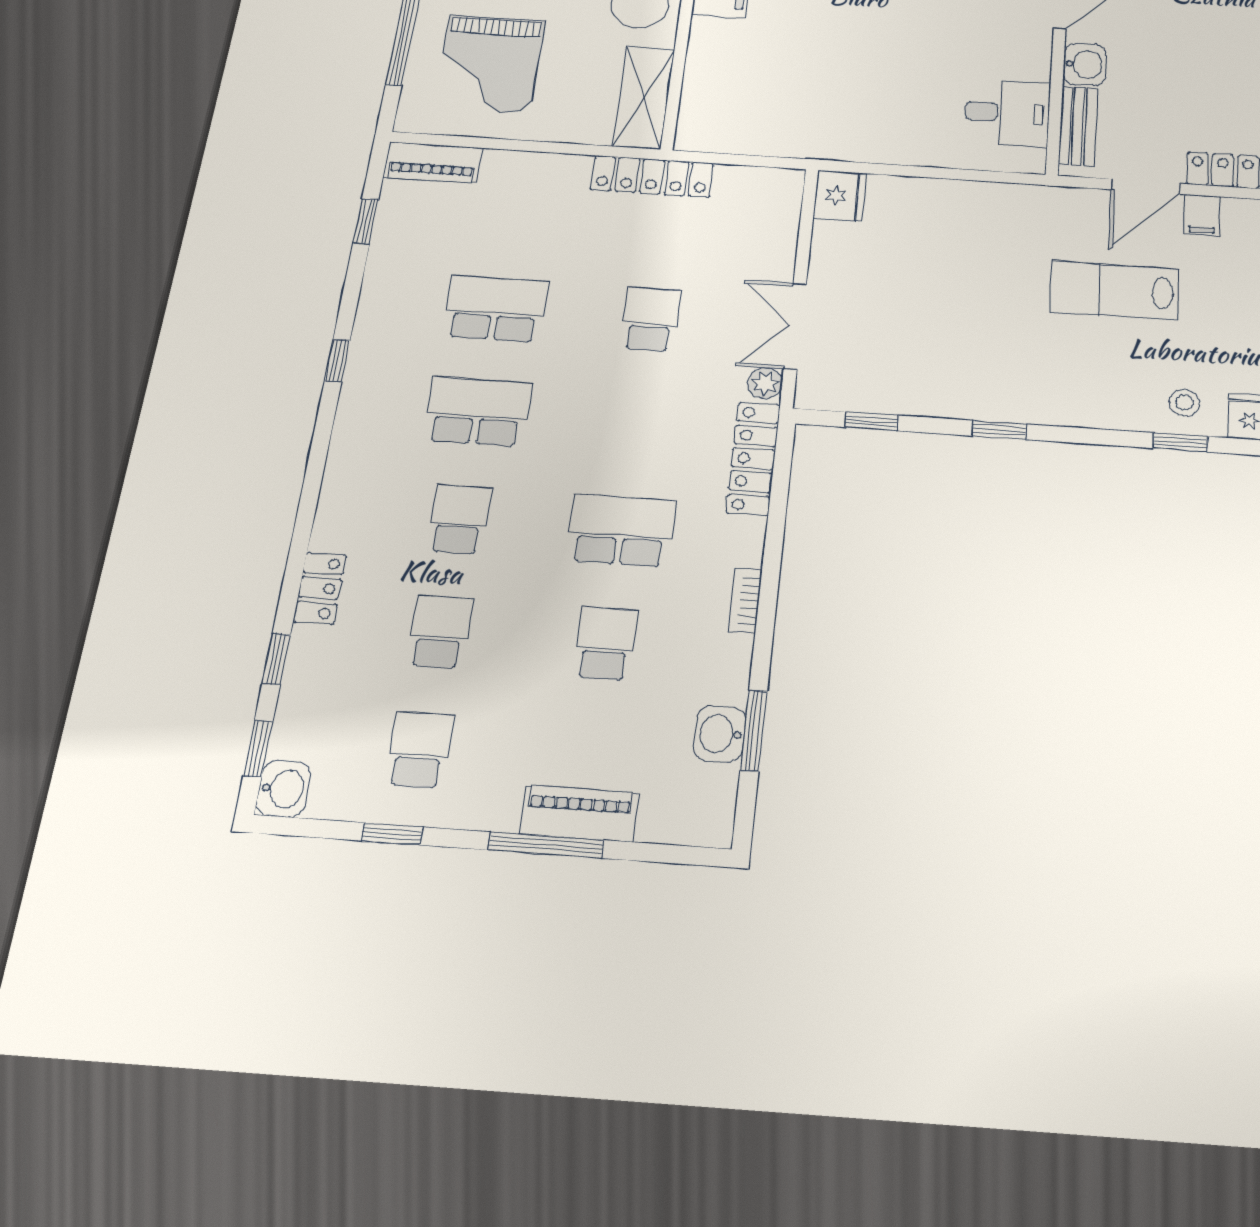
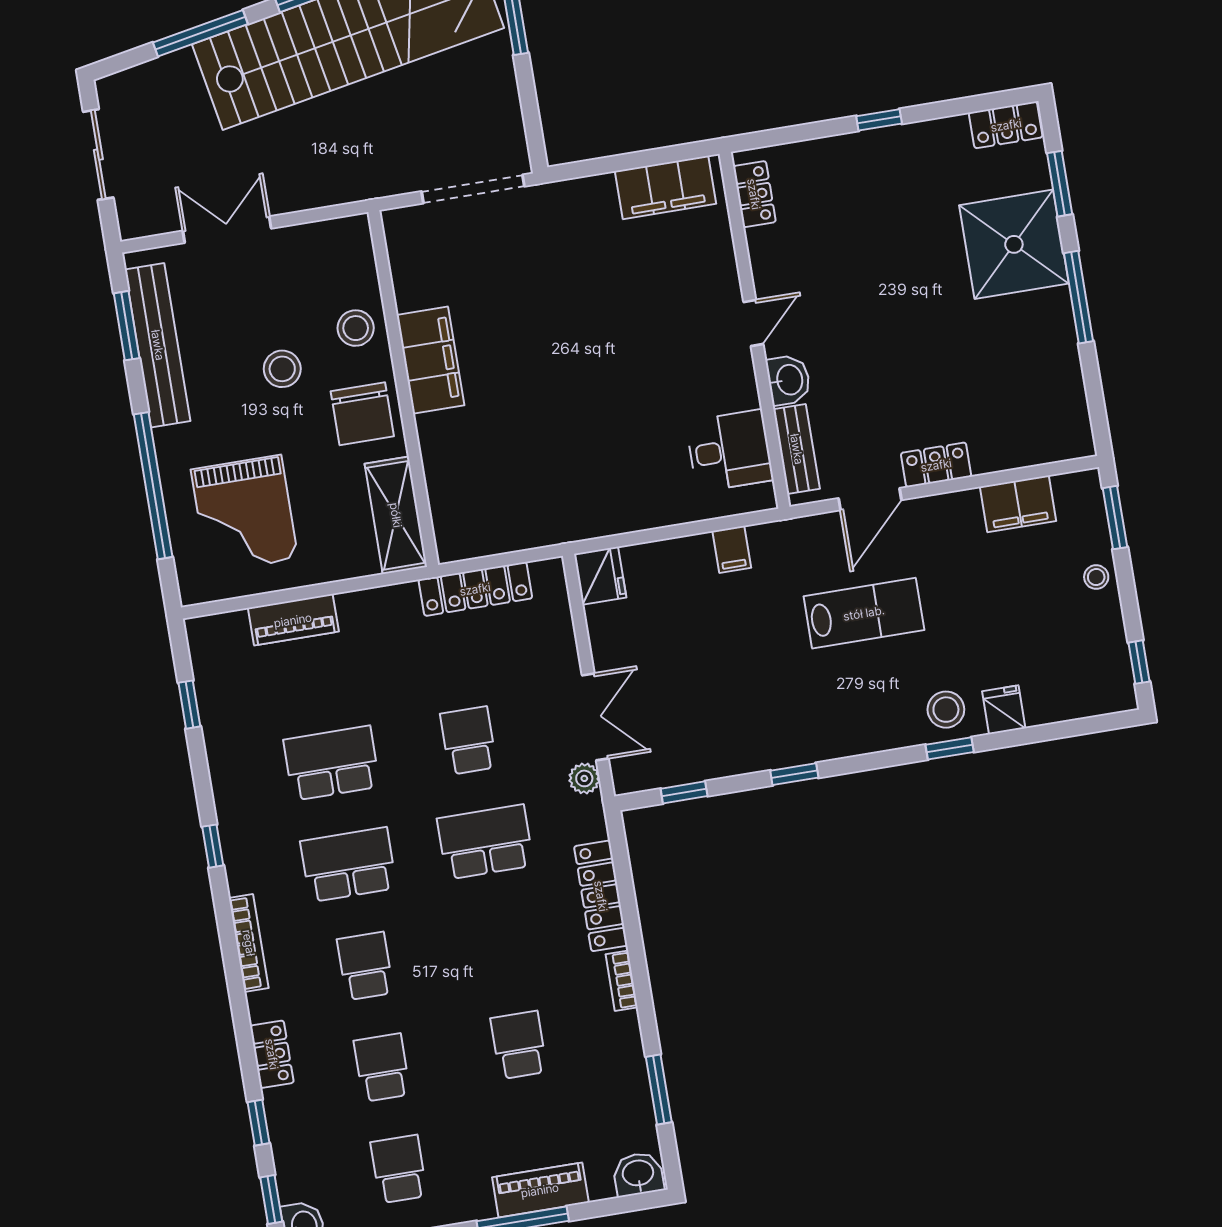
piano: (433, 163) -> (293, 620), moved
locker: (652, 176) -> (475, 589), moved
filing cabinet: (1202, 215) -> (732, 549), moved
lab bench: (1114, 290) -> (864, 613), turned 180
double door: (795, 326) -> (595, 717), swing flipped
stool: (1184, 403) -> (946, 710), width x1.37, depth x1.37
locker: (753, 458) -> (601, 896), moved
bookcase: (339, 466) -> (249, 943), added
school desk: (621, 530) -> (485, 842), moved
washbasin: (720, 734) -> (638, 1174), moved, turned 90

